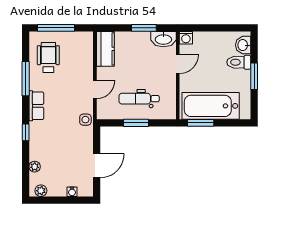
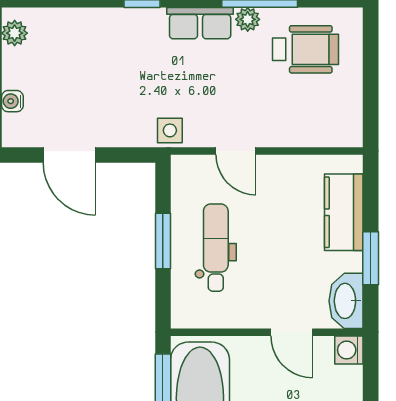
window: (56, 28) -> (371, 66), removed
kitchen counter: (105, 49) -> (344, 212), moved, turned 90
plant: (35, 167) -> (248, 19), moved

